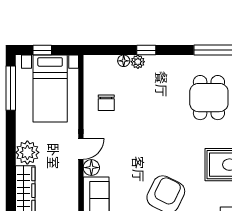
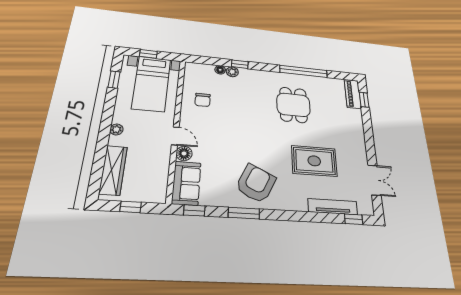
window: (11, 88) -> (114, 79), width x0.46
door: (81, 149) -> (175, 136), hinge flipped
plant: (27, 152) -> (116, 130), width x0.53, depth x0.53

